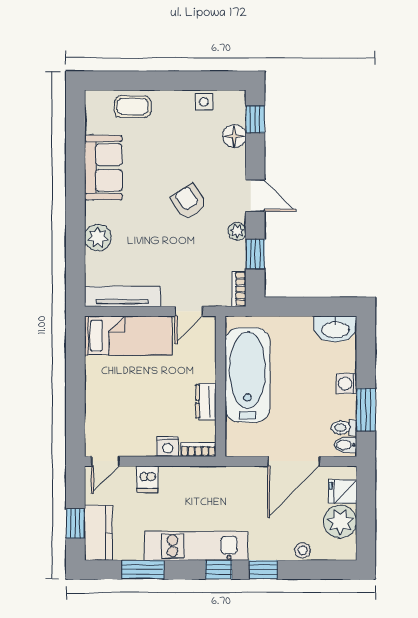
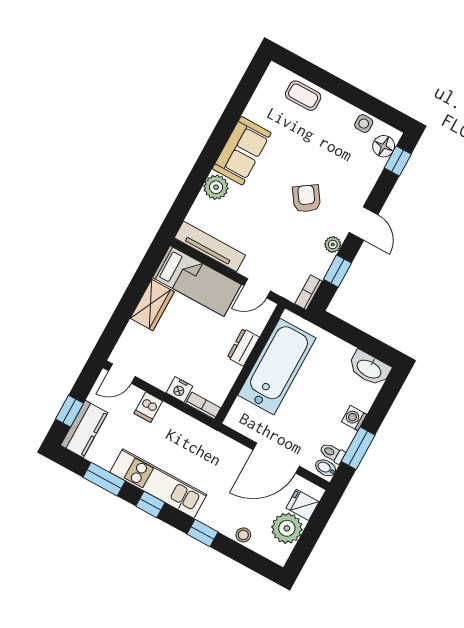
floor lamp: (234, 136) -> (384, 146), moved
sofa: (103, 168) -> (242, 151), moved
wardrobe: (98, 381) -> (152, 305), added
dresser: (206, 401) -> (243, 347), moved
window: (219, 570) -> (150, 504), moved

